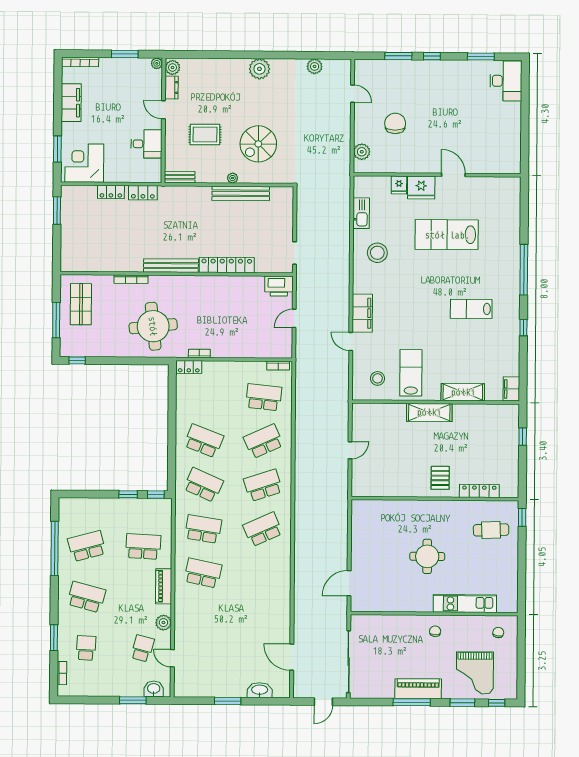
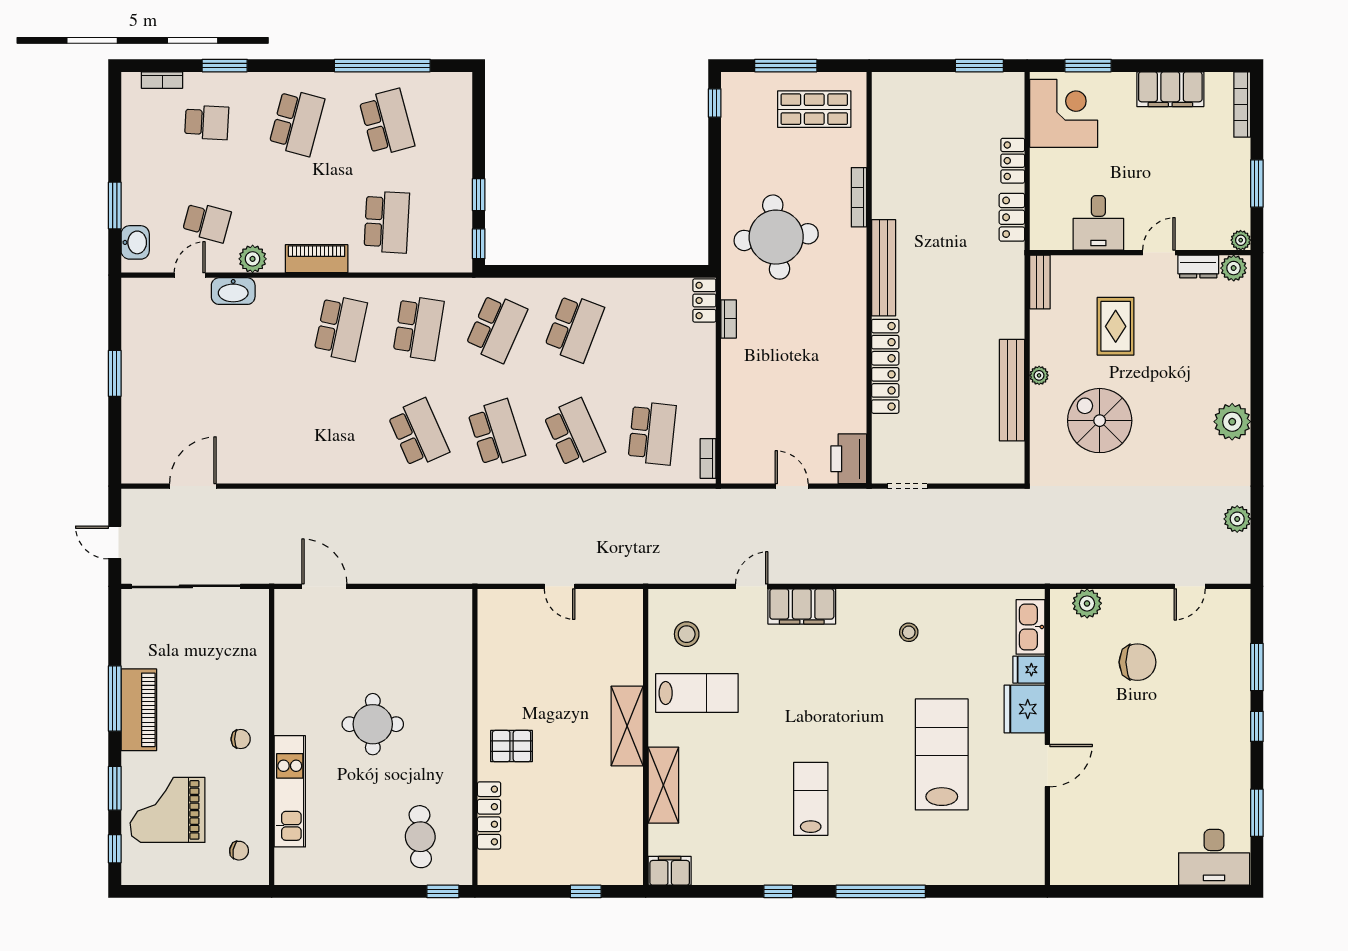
kitchen sink: (361, 213) -> (1030, 627), moved, turned 90
stool: (377, 253) -> (909, 632), width x0.53, depth x0.53
washbasin: (260, 690) -> (233, 291), moved, turned 90

